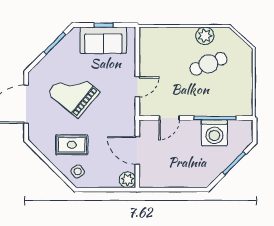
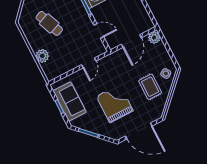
plant: (205, 36) -> (42, 56), moved
door: (137, 87) -> (89, 63), swing flipped
grand piano: (73, 92) -> (115, 103), turned 141

